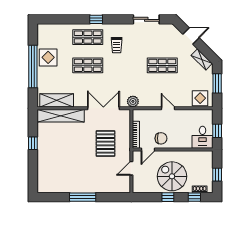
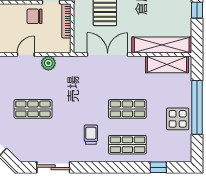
window: (96, 19) -> (158, 167), moved
plant: (133, 101) -> (48, 63), moved
double door: (103, 108) -> (108, 55), swing flipped
door: (168, 108) -> (26, 55), swing flipped

